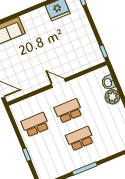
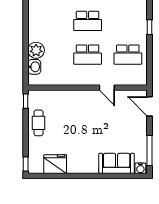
cafe table: (86, 38) -> (39, 123), added
door: (58, 83) -> (107, 88), moved

